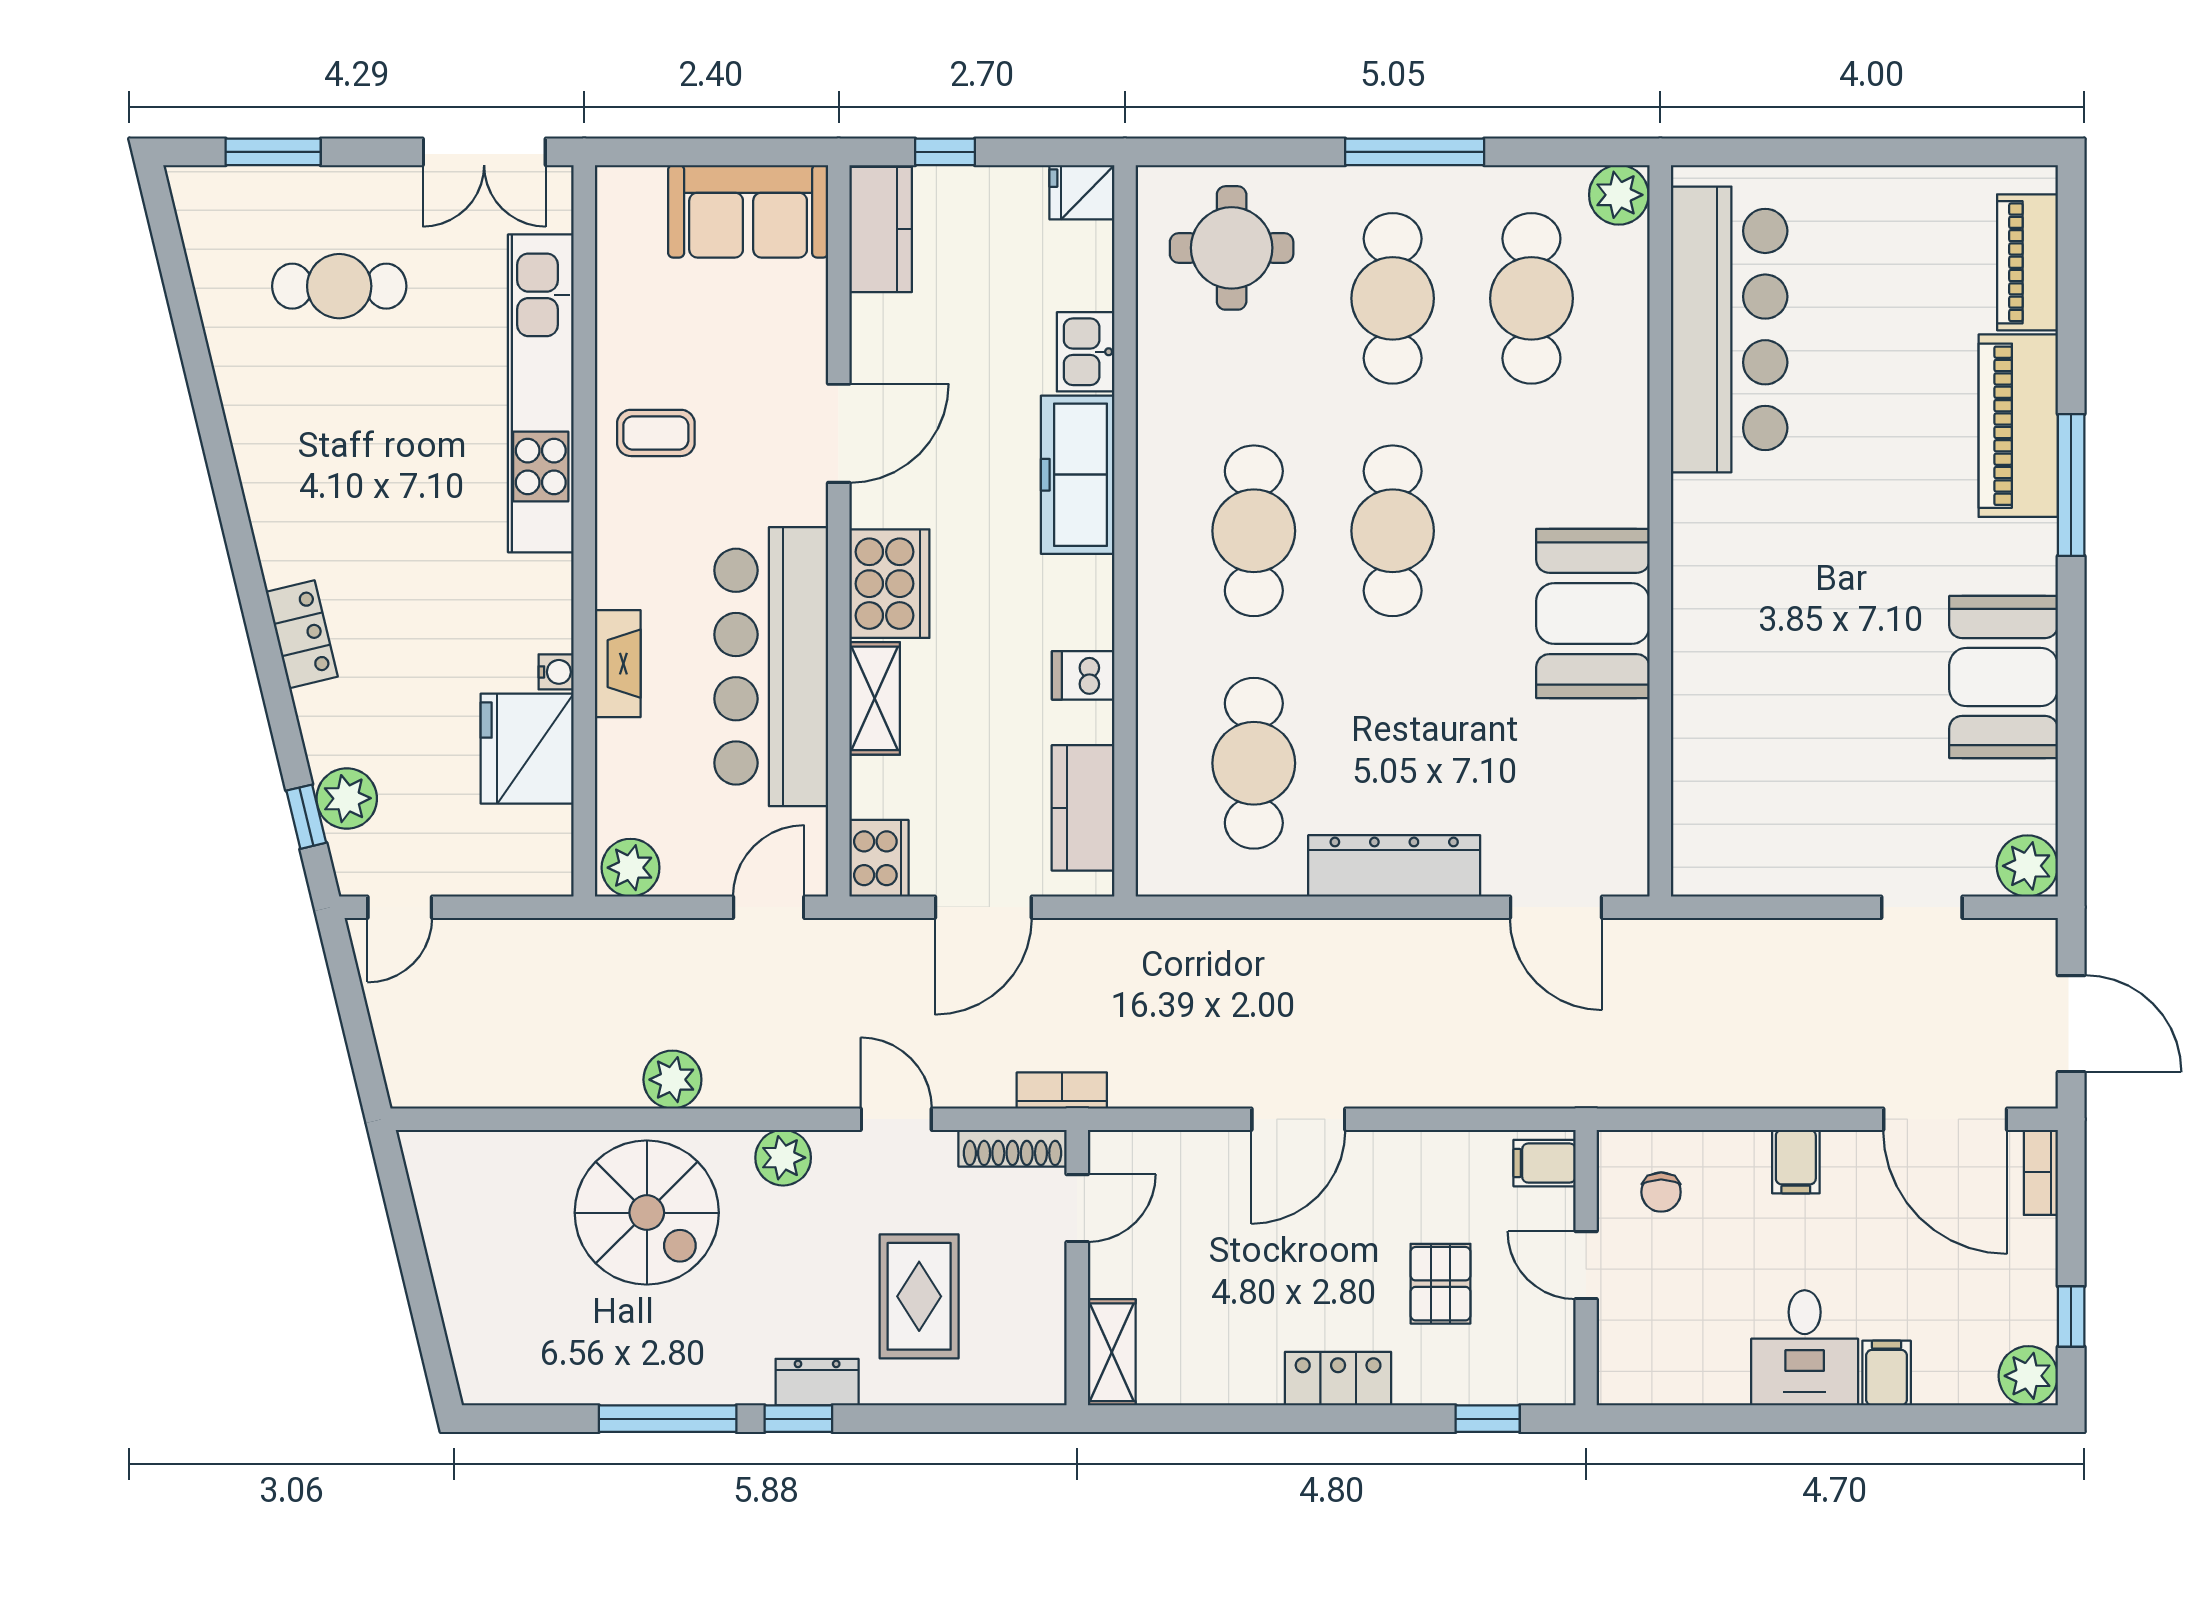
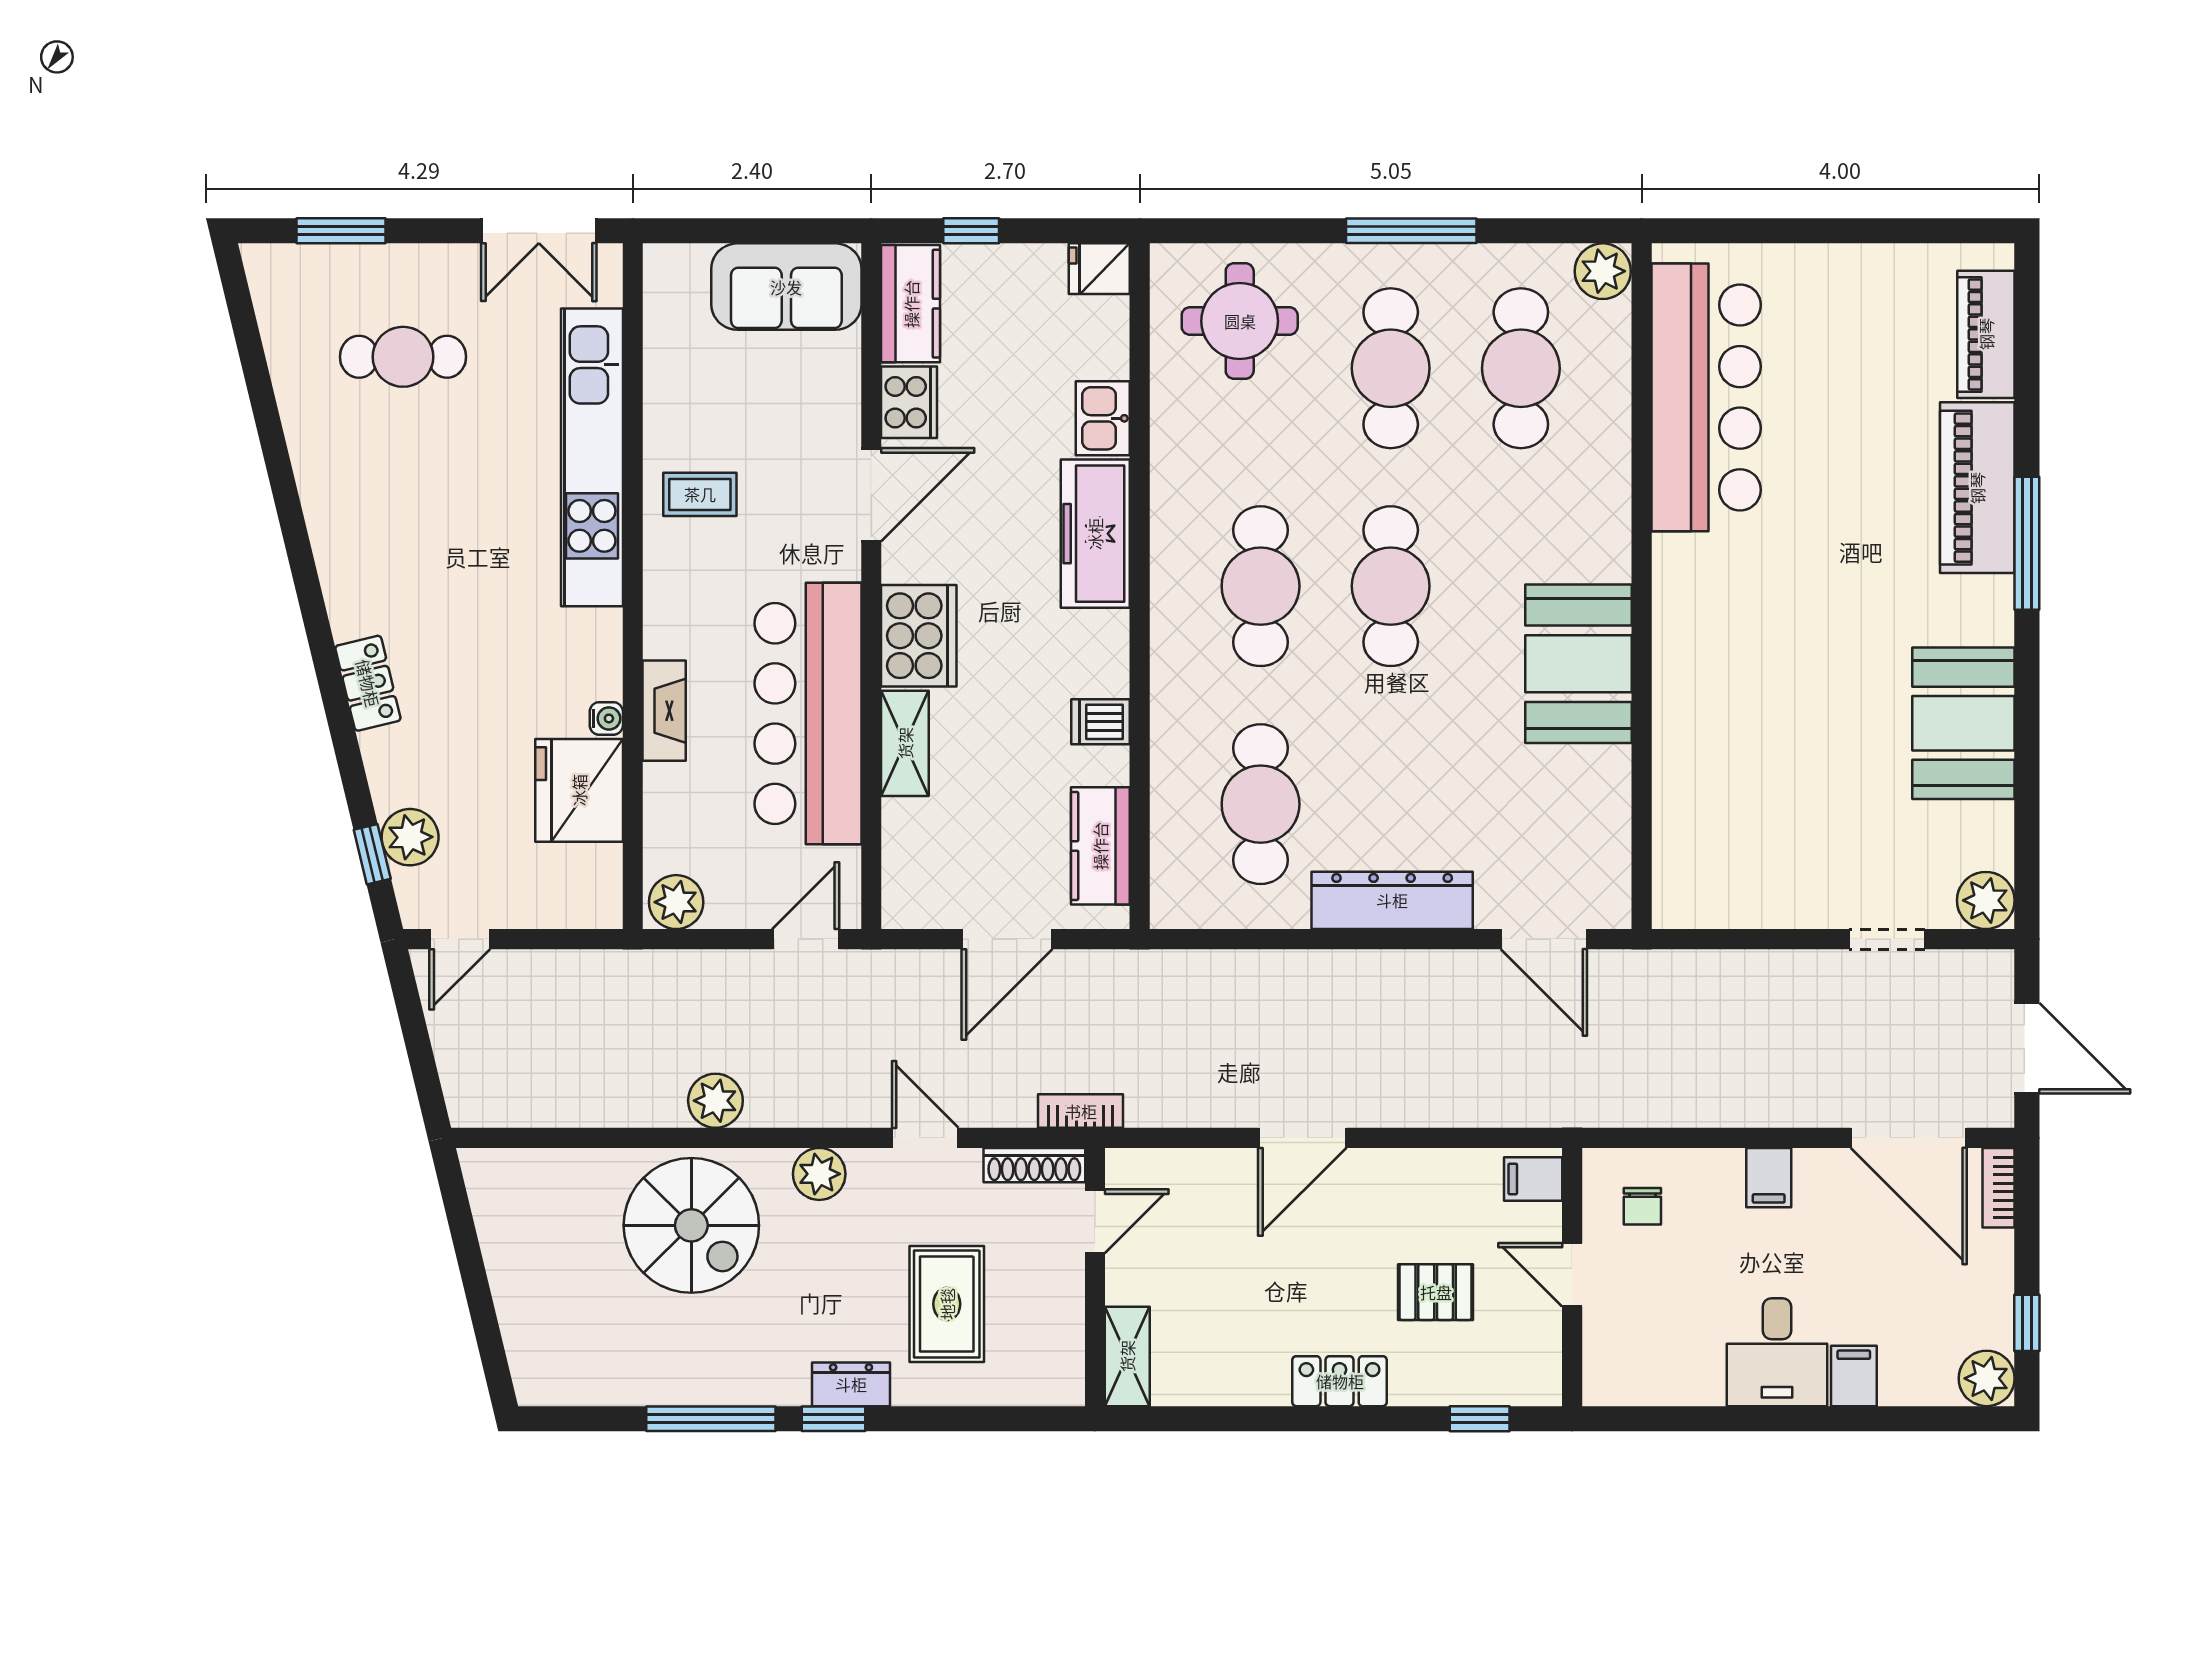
cooker: (879, 858) -> (909, 402), moved
pallet: (1440, 1284) -> (1436, 1292), turned 90

